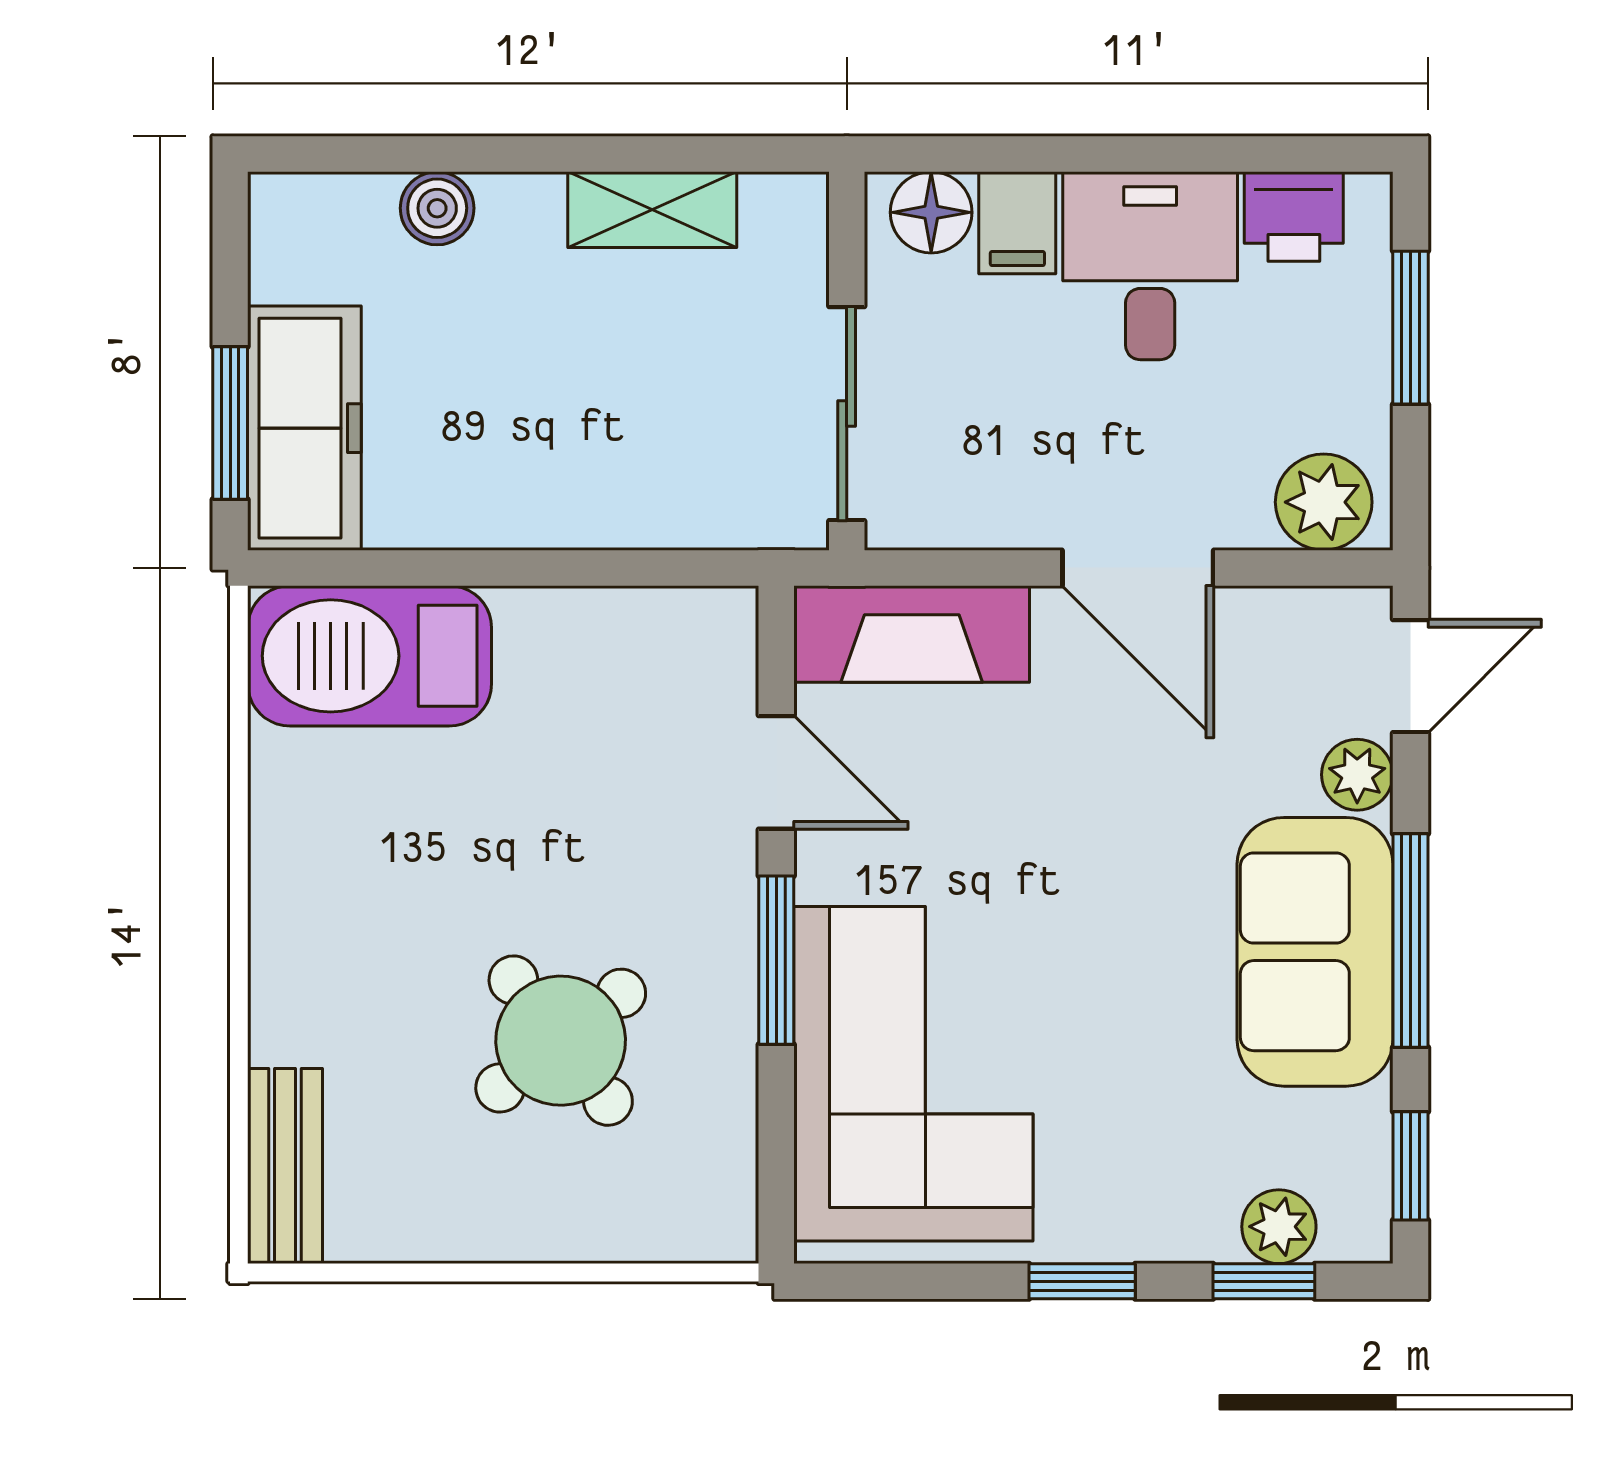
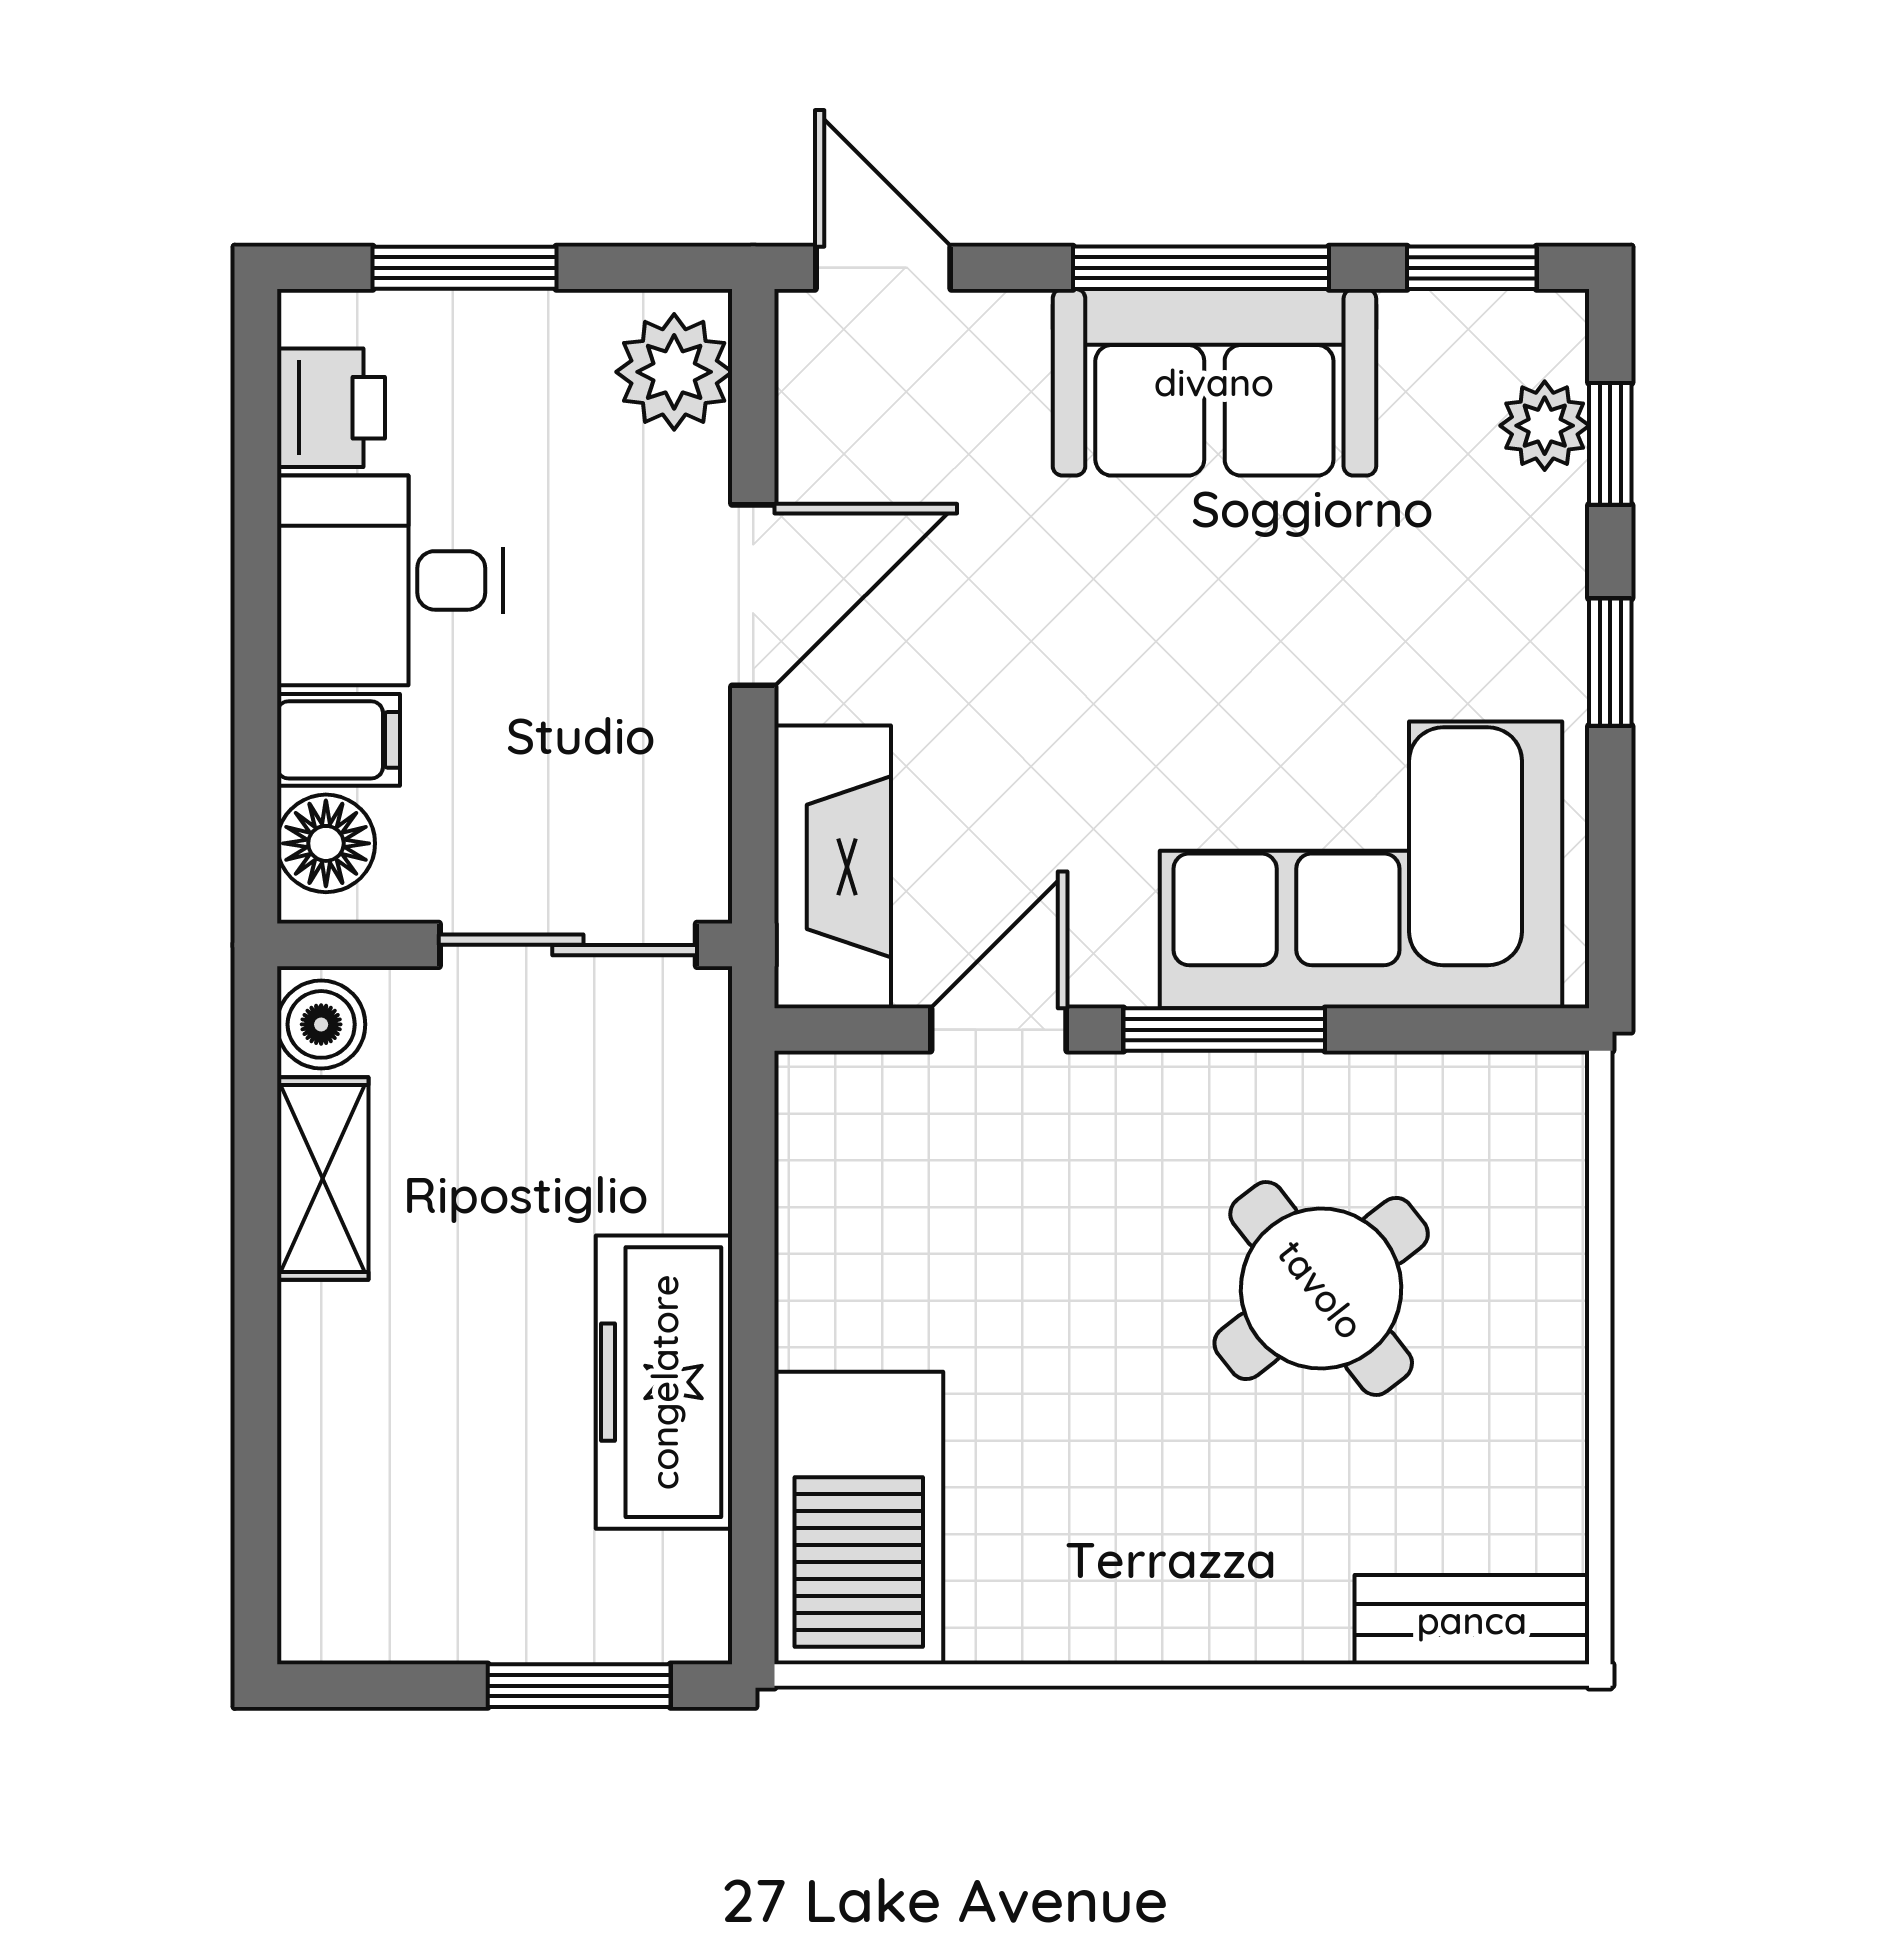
boiler: (437, 208) -> (321, 1024), moved
freezer: (304, 428) -> (664, 1382), moved, turned -90
plant: (1357, 775) -> (1002, 332), removed

